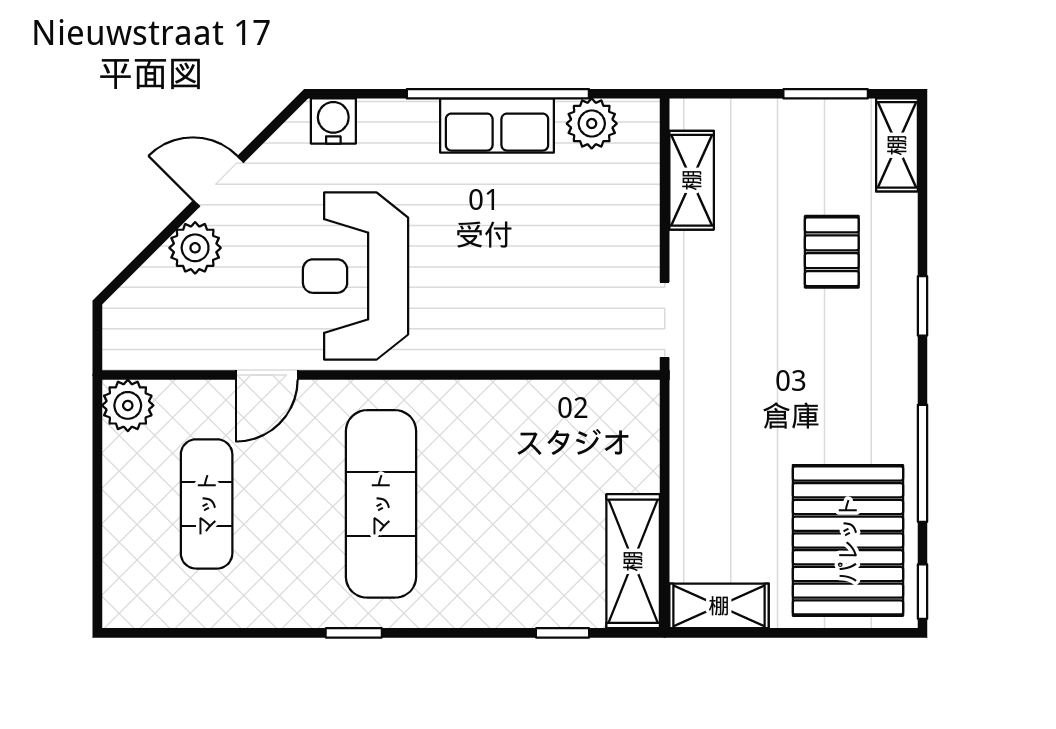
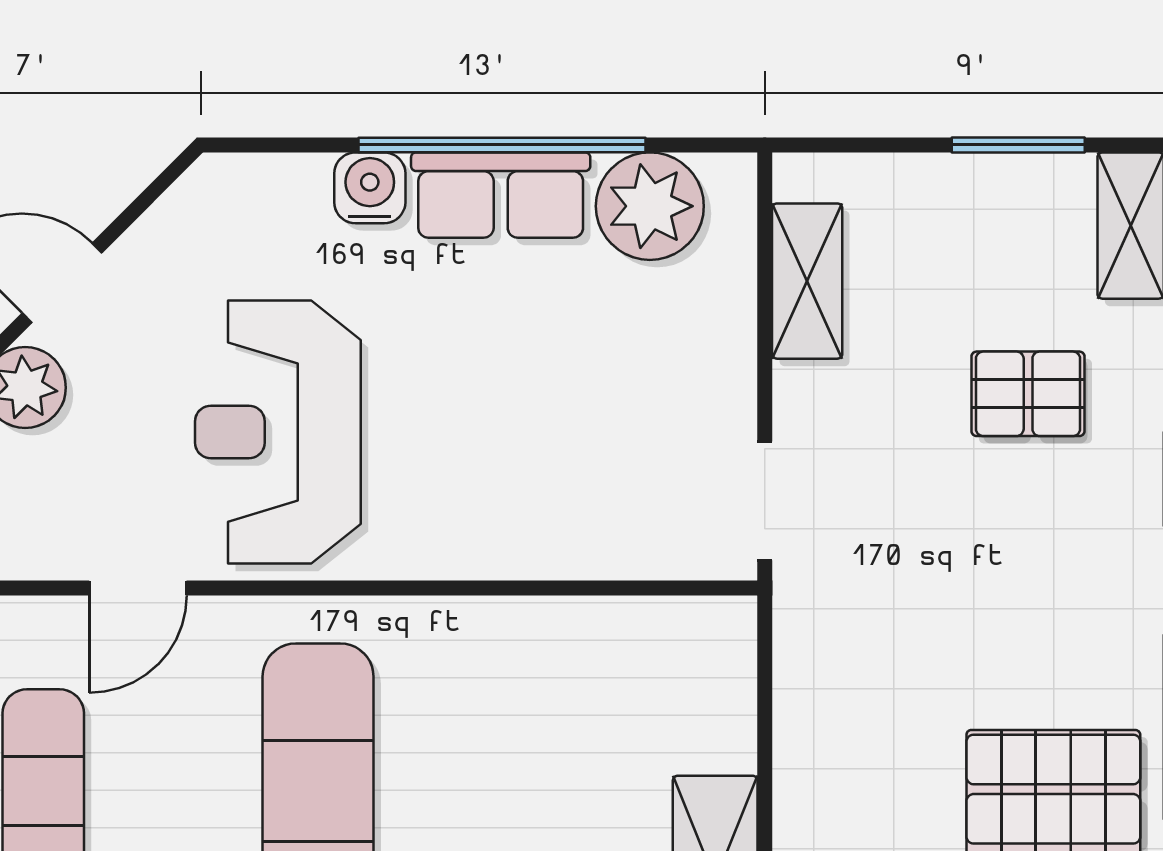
water cooler: (333, 121) -> (370, 188), moved
plant: (592, 124) -> (650, 206), width x1.36, depth x1.36
pallet: (832, 252) -> (1028, 394), turned 90

